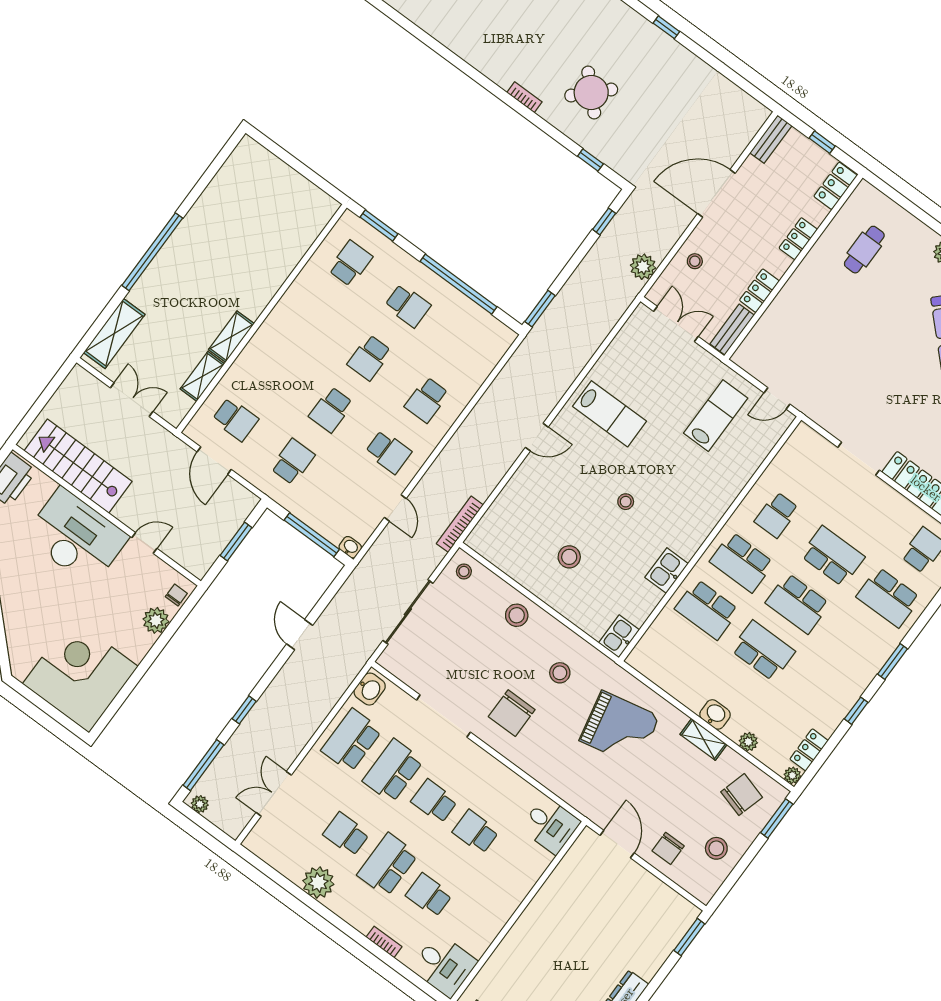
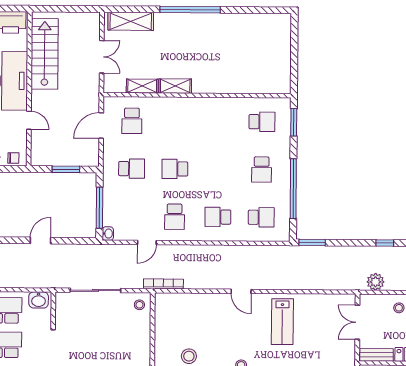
double door: (676, 324) -> (357, 322), swing flipped
school desk: (369, 358) -> (261, 217), moved, turned 180
stool: (517, 615) -> (137, 351), removed

